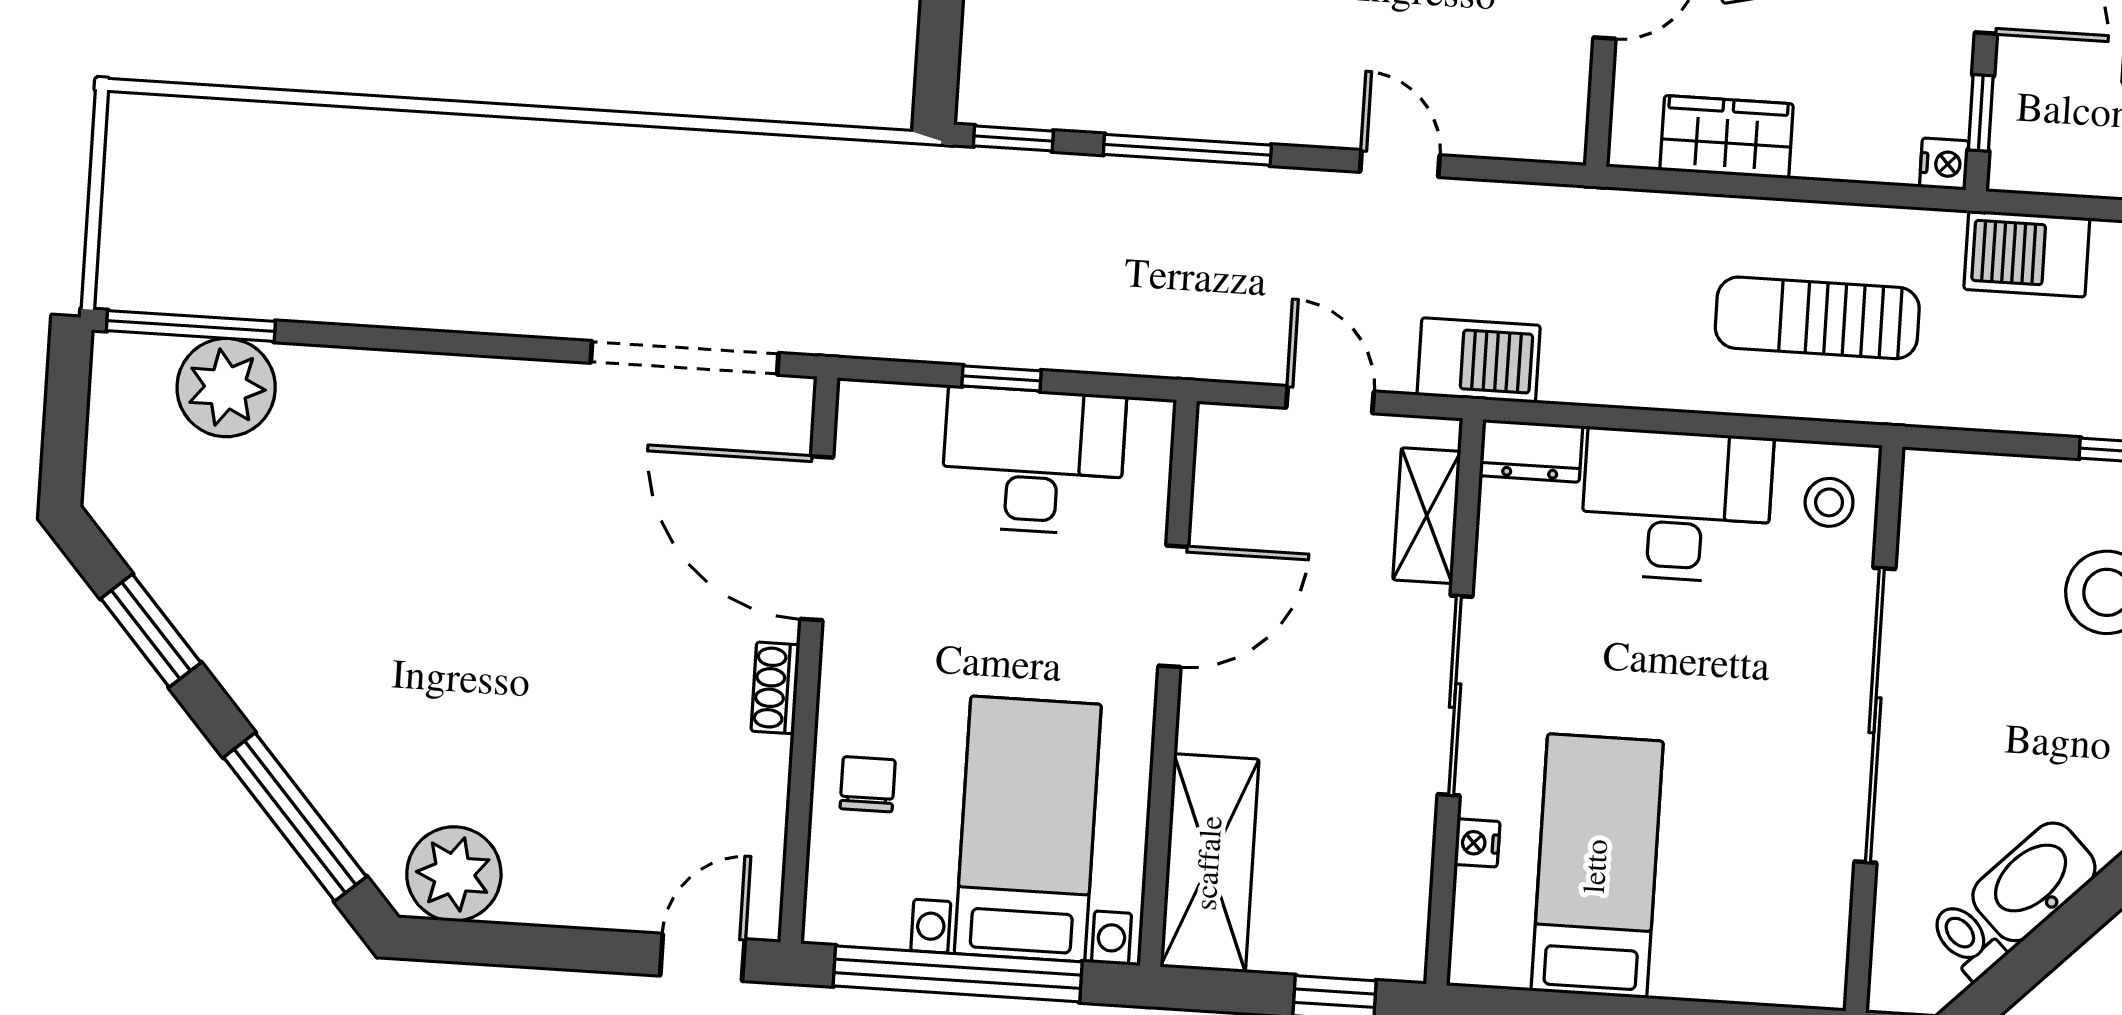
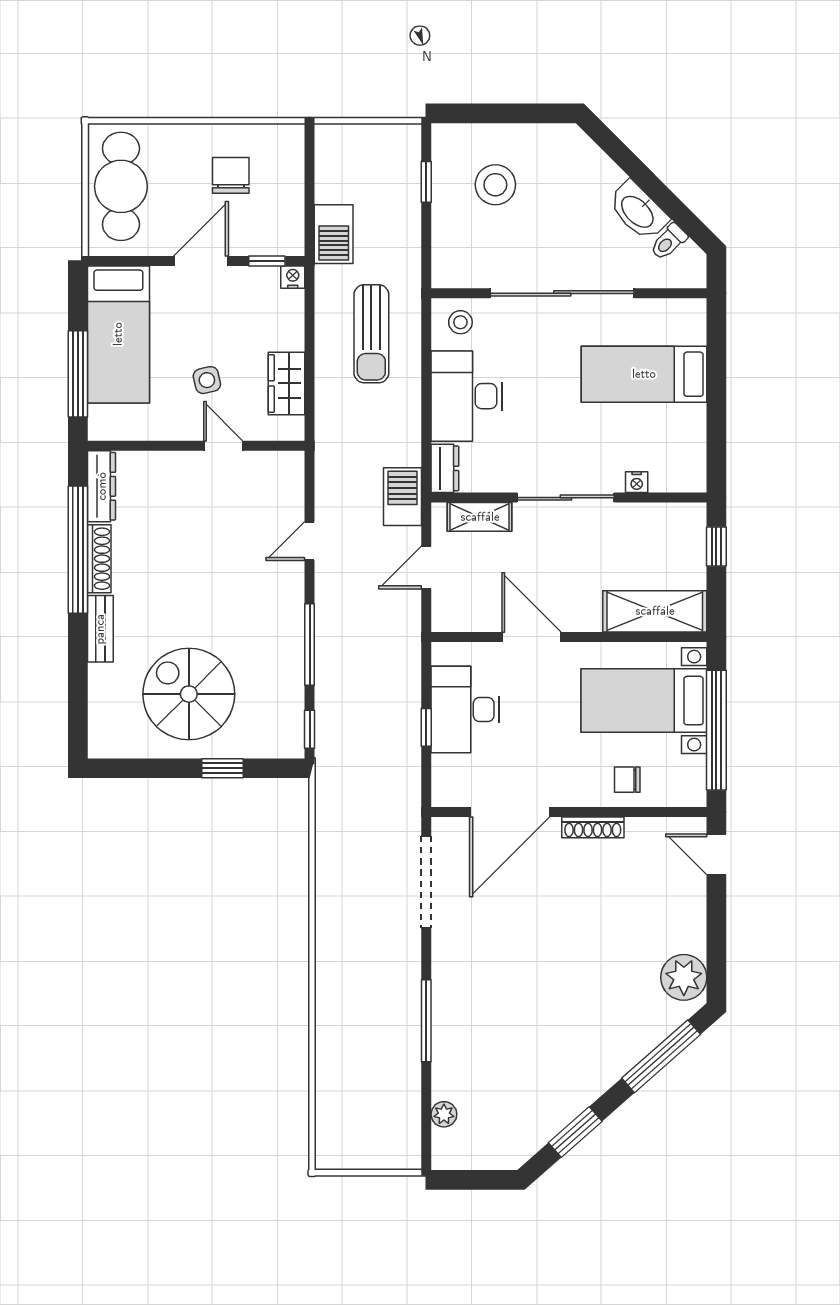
window: (191, 326) -> (426, 1021), moved
plant: (226, 388) -> (444, 1114), width x0.53, depth x0.53
shoe rack: (775, 688) -> (593, 827), width x1.43
bed: (1597, 866) -> (644, 374), moved

